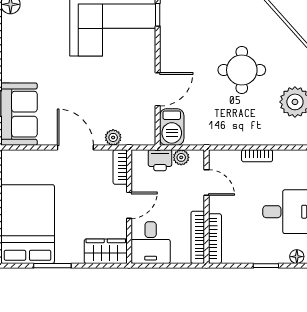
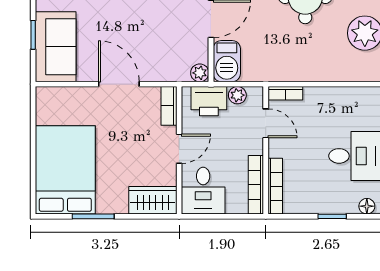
plant: (113, 137) -> (200, 73), moved
bookcase: (257, 156) -> (285, 93), moved
printer: (160, 160) -> (209, 101), width x1.36, depth x1.24

